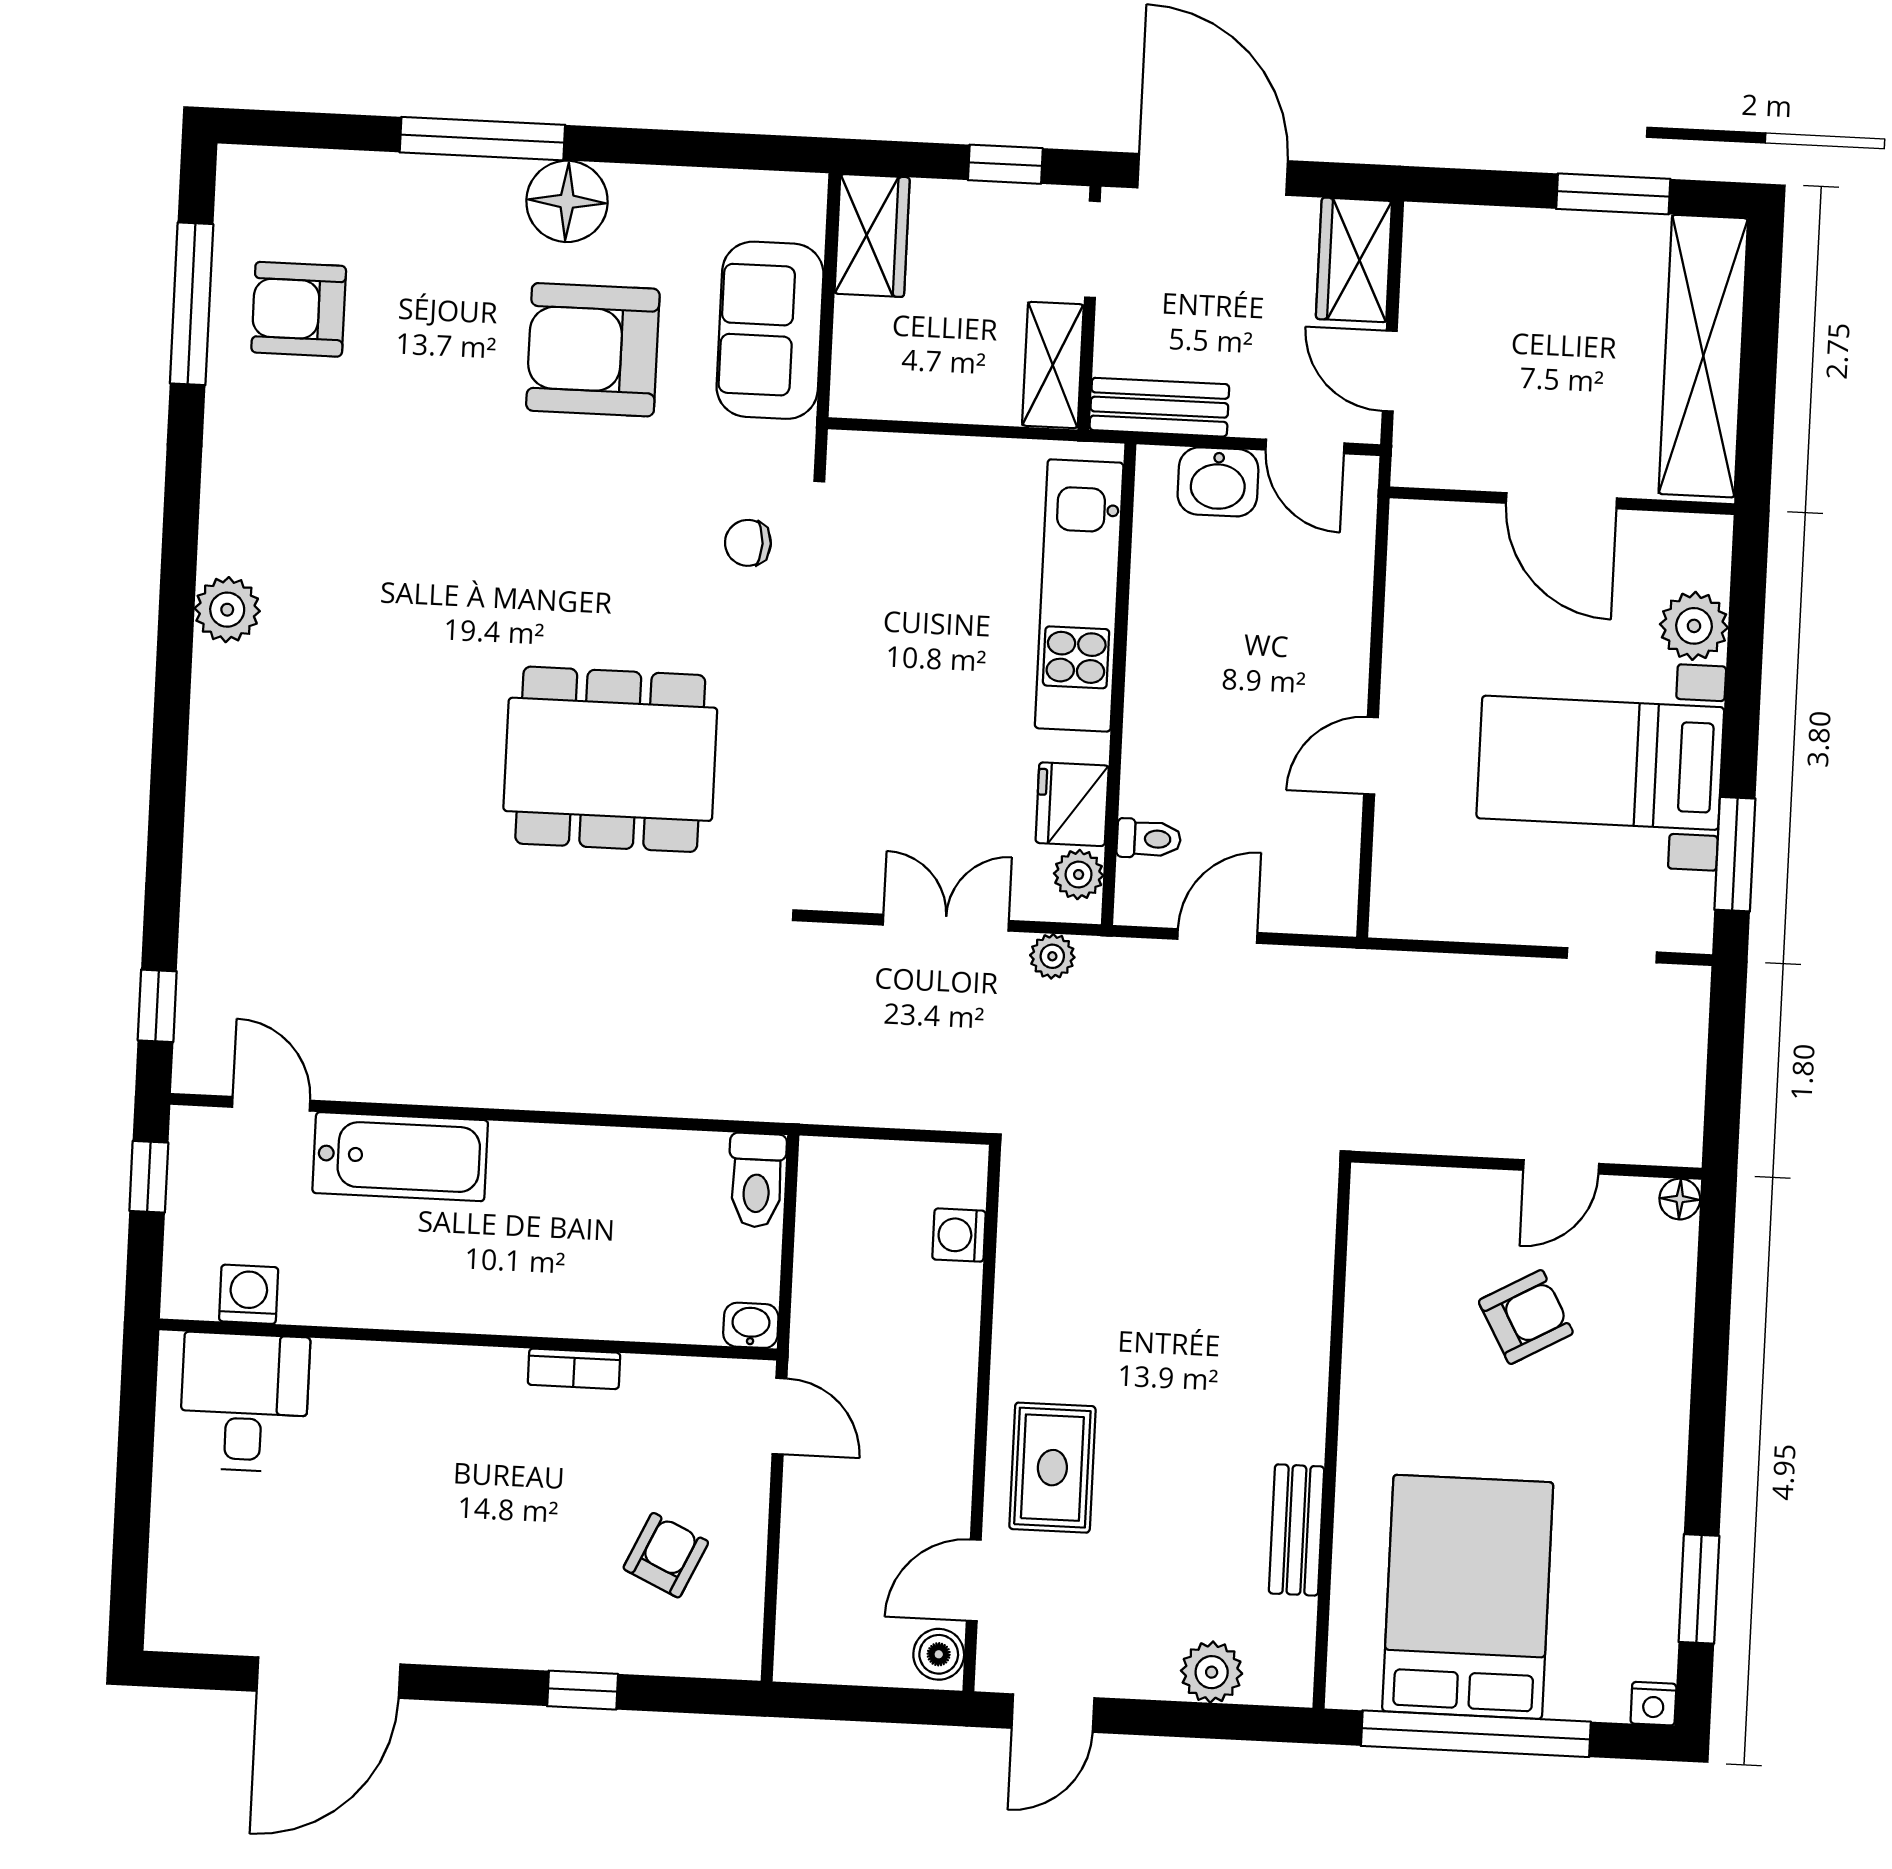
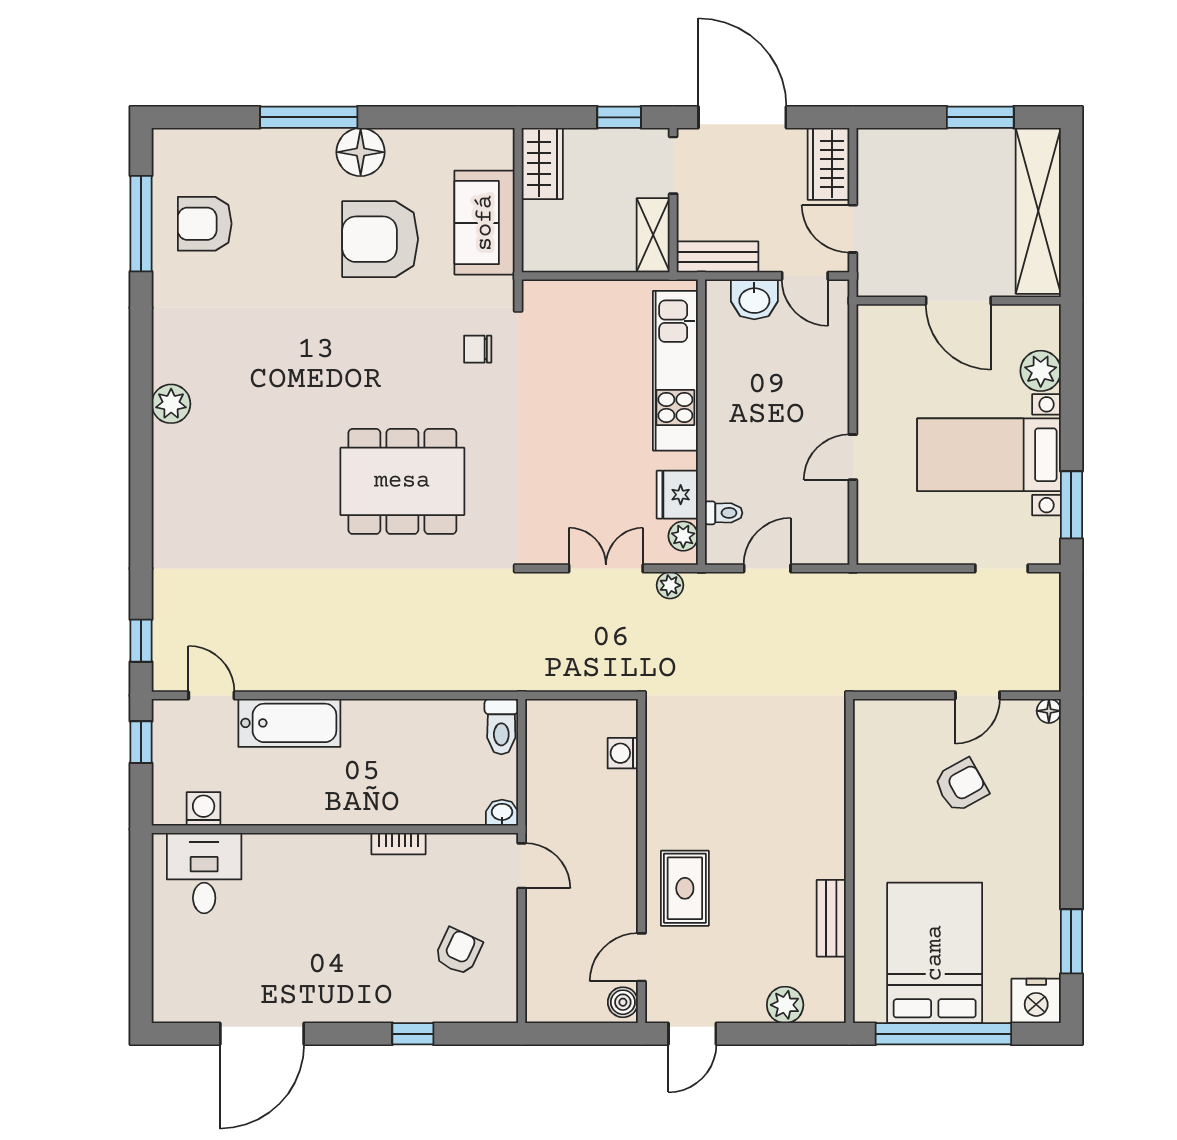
nightstand: (1653, 1704) -> (1036, 1001), width x1.89, depth x1.79

